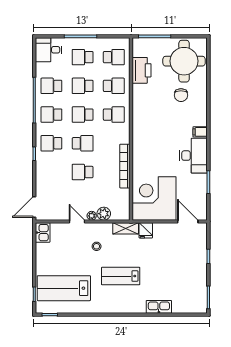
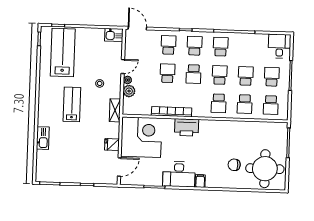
printer: (142, 70) -> (187, 127), moved
school desk: (51, 86) -> (168, 45), moved
fridge: (146, 230) -> (112, 144), moved

